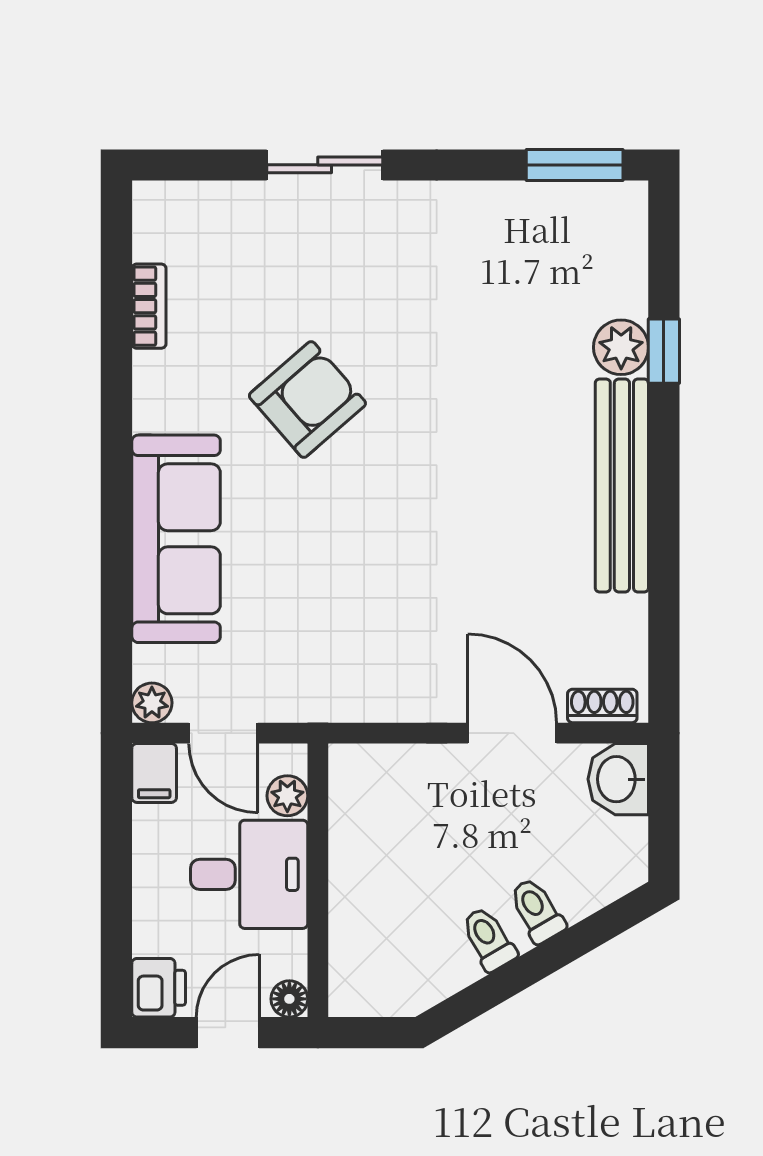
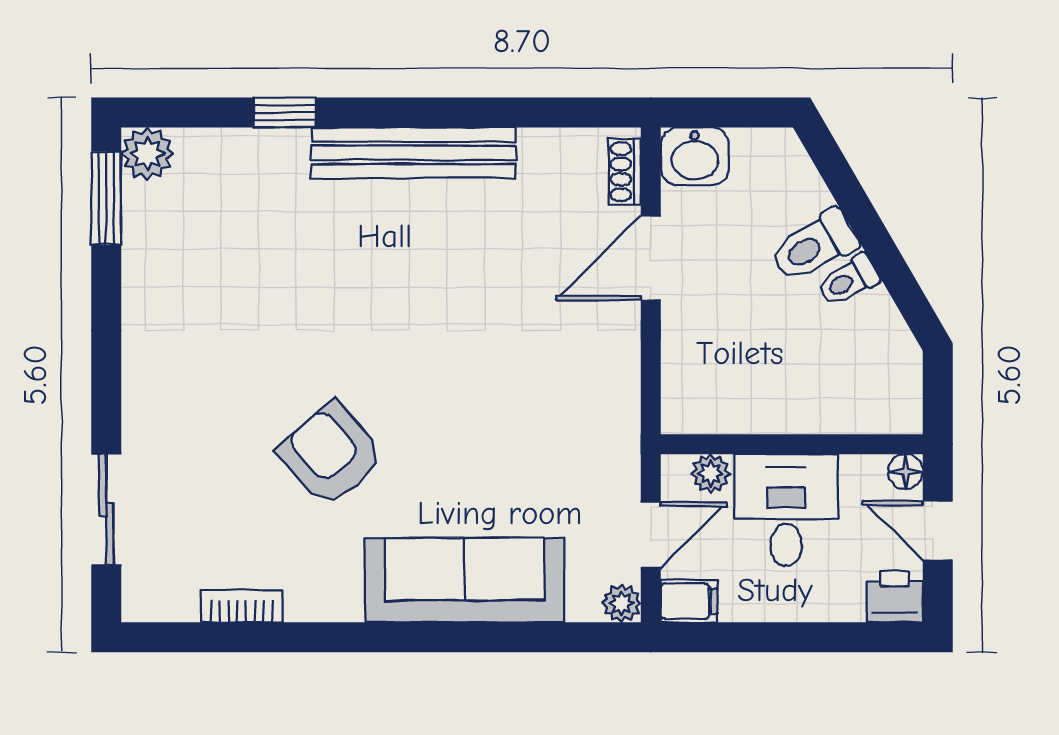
sliding door: (325, 165) -> (106, 510), moved
plant: (621, 347) -> (147, 154), moved
toilet: (537, 911) -> (814, 246), width x1.37, depth x1.39

